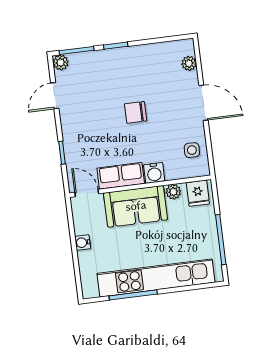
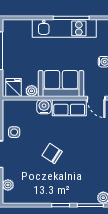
chair: (136, 112) -> (52, 153), turned -147
side table: (192, 150) -> (14, 132), moved
kitchen unit: (156, 278) -> (64, 28), width x0.73

